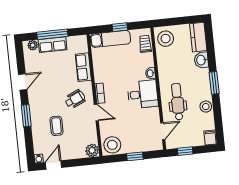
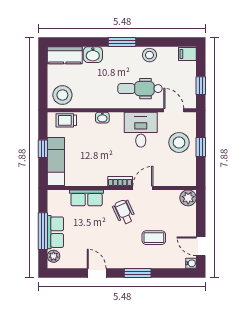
desk: (143, 94) -> (141, 130), moved
stool: (112, 145) -> (179, 143), moved

